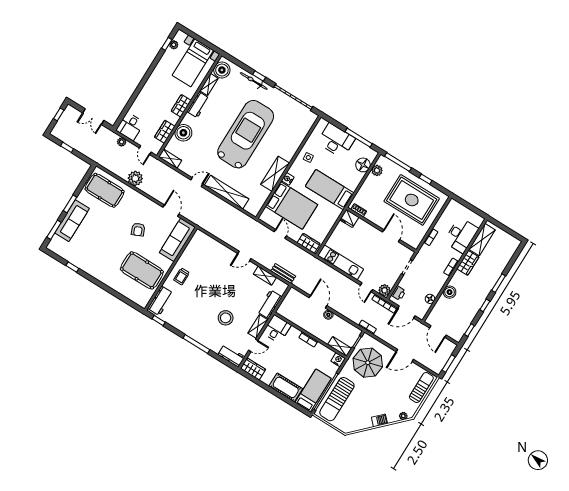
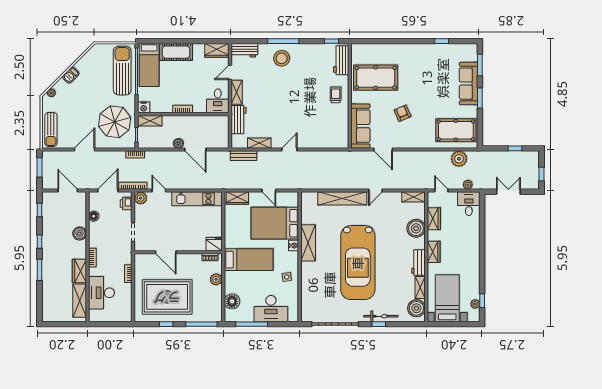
plant: (377, 170) -> (216, 279), moved
plant: (135, 178) -> (459, 159), moved
stool: (226, 318) -> (282, 58), moved

